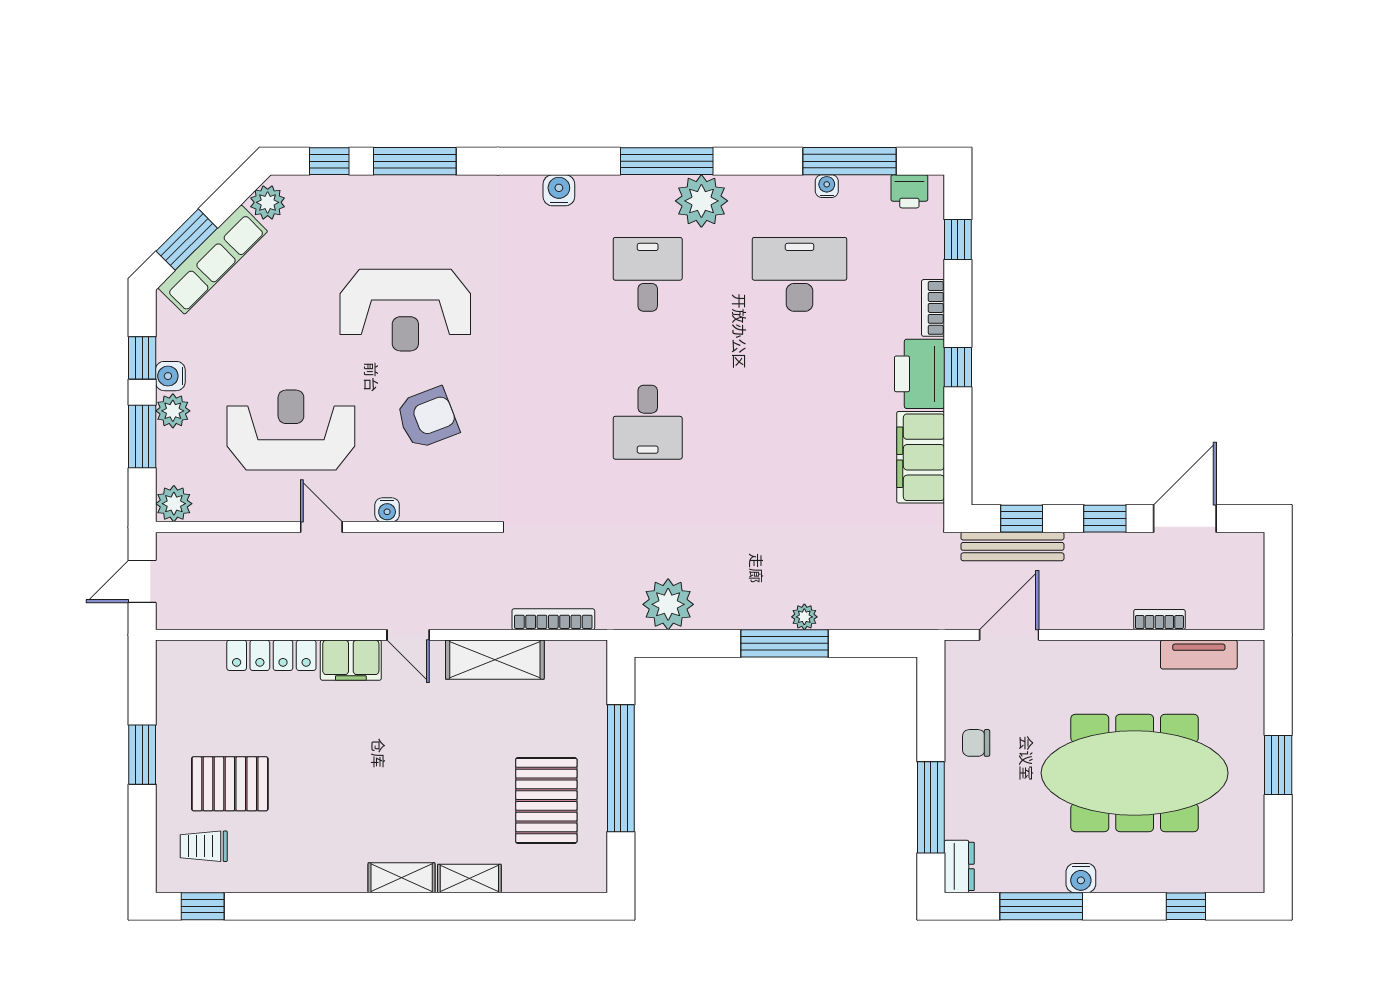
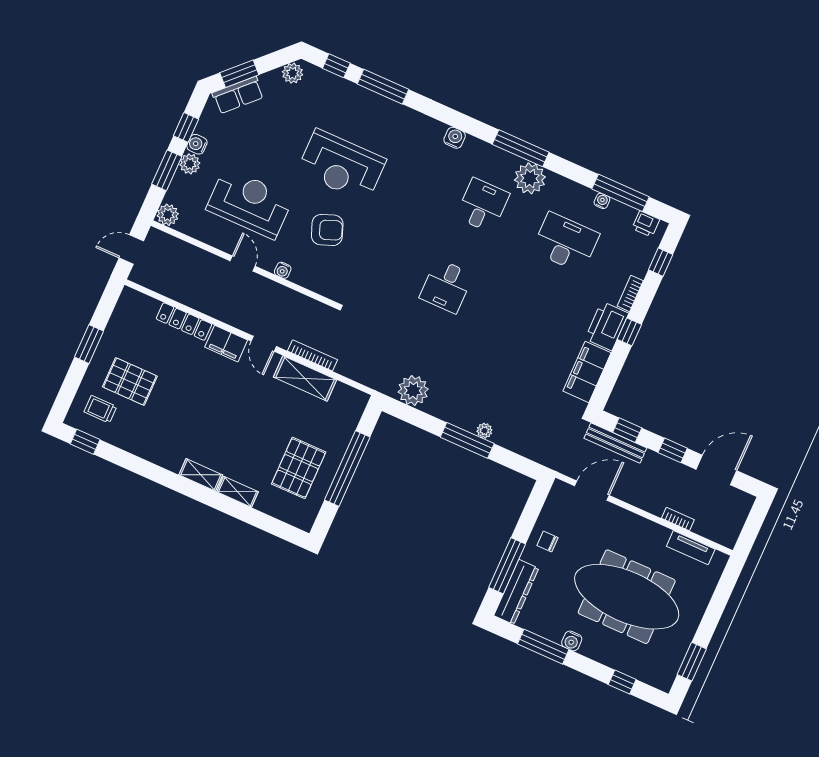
row of seats: (213, 260) -> (238, 95), width x0.68
bookcase: (553, 619) -> (313, 355), moved
window: (1278, 765) -> (692, 662), moved
dresser: (959, 866) -> (516, 592), width x1.96, depth x1.24

